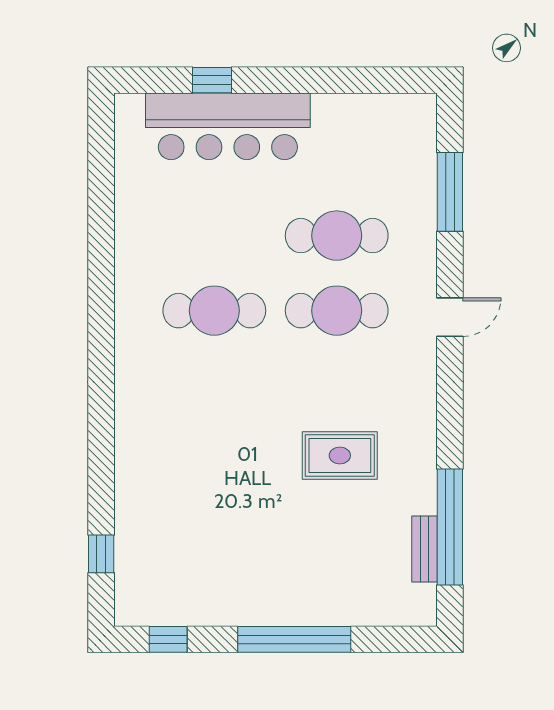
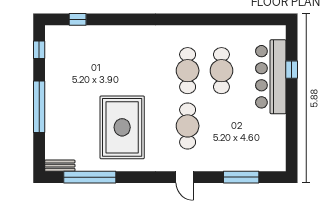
cafe table: (337, 236) -> (221, 71), moved
rug: (340, 455) -> (122, 127), width x1.86, depth x2.06
bench: (425, 549) -> (60, 166), moved

